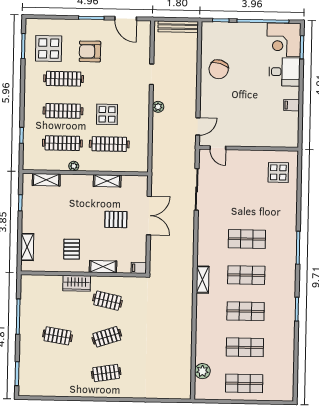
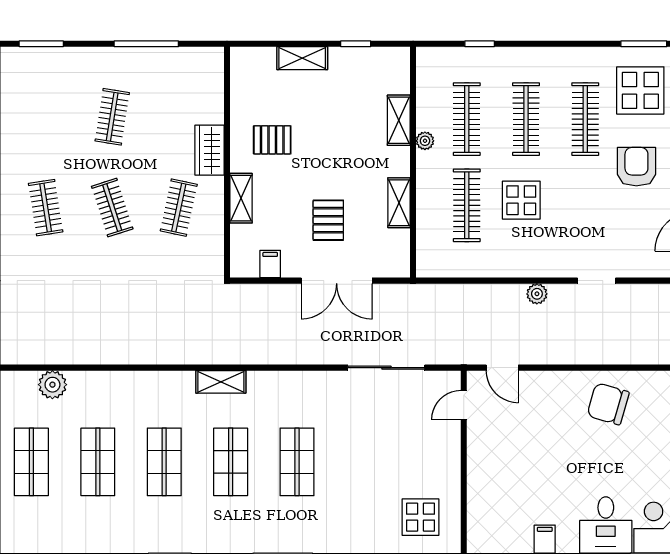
shelving: (46, 180) -> (399, 120), moved
shelving: (27, 247) -> (302, 58), moved
filing cabinet: (139, 268) -> (270, 264), moved

